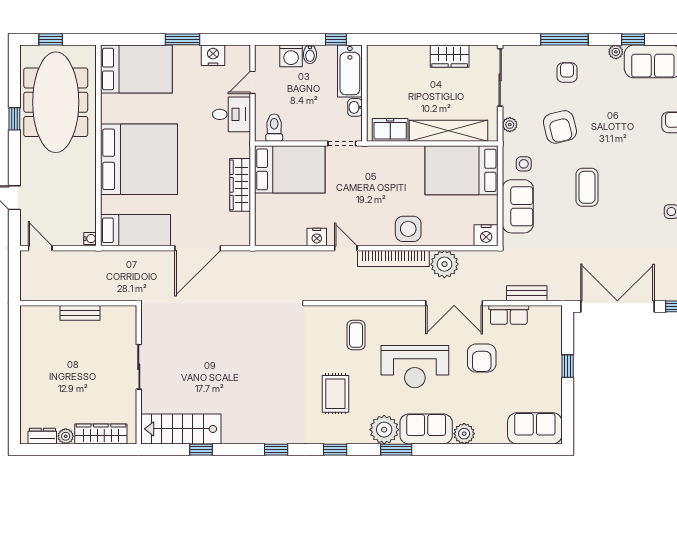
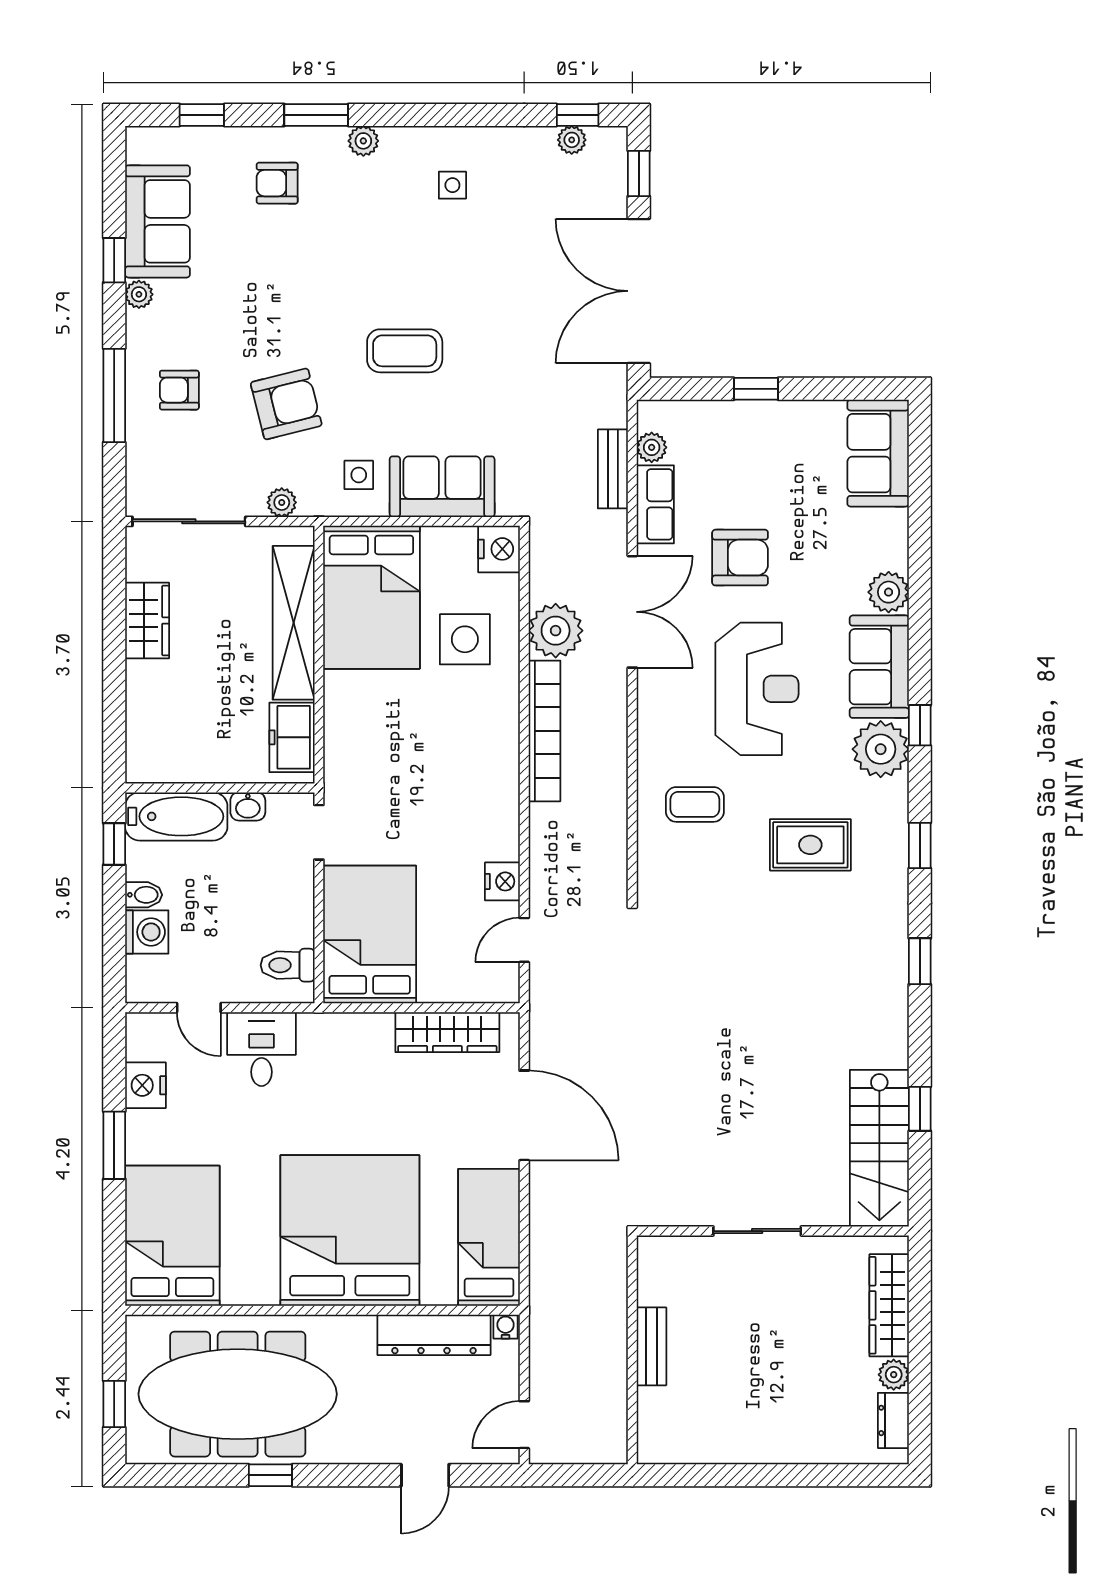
wardrobe: (240, 185) -> (447, 1032), moved
dresser: (86, 202) -> (434, 1335), added
side table: (408, 229) -> (465, 639), moved
door: (346, 248) -> (524, 940), moved
plant: (538, 313) -> (652, 447), added
window: (396, 450) -> (920, 725), width x0.67

